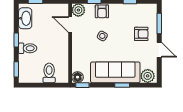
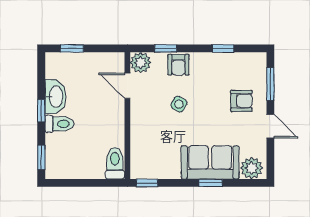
washbasin: (25, 18) -> (55, 97), moved
sofa: (115, 72) -> (210, 162), width x0.73
toilet: (49, 73) -> (115, 163), moved
floor lamp: (78, 77) -> (139, 170), removed

